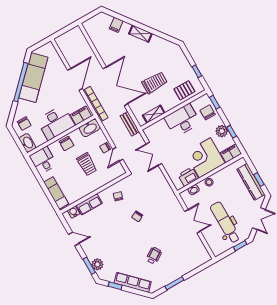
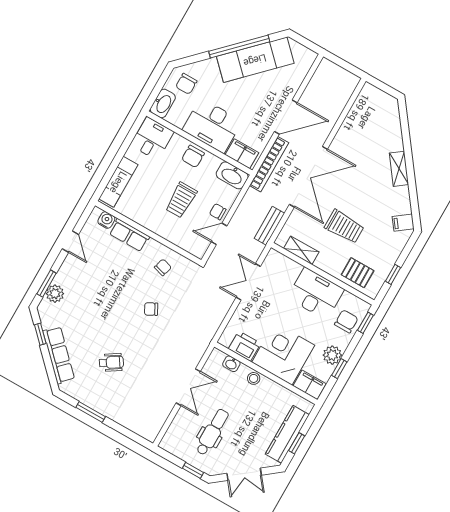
filing cabinet: (116, 25) -> (403, 223), moved
dental chair: (225, 222) -> (212, 432), width x0.73, depth x0.72

